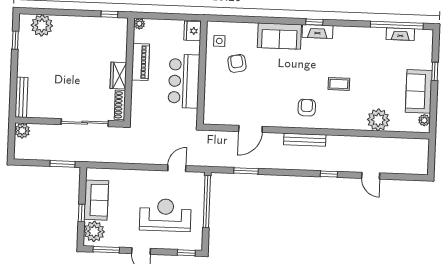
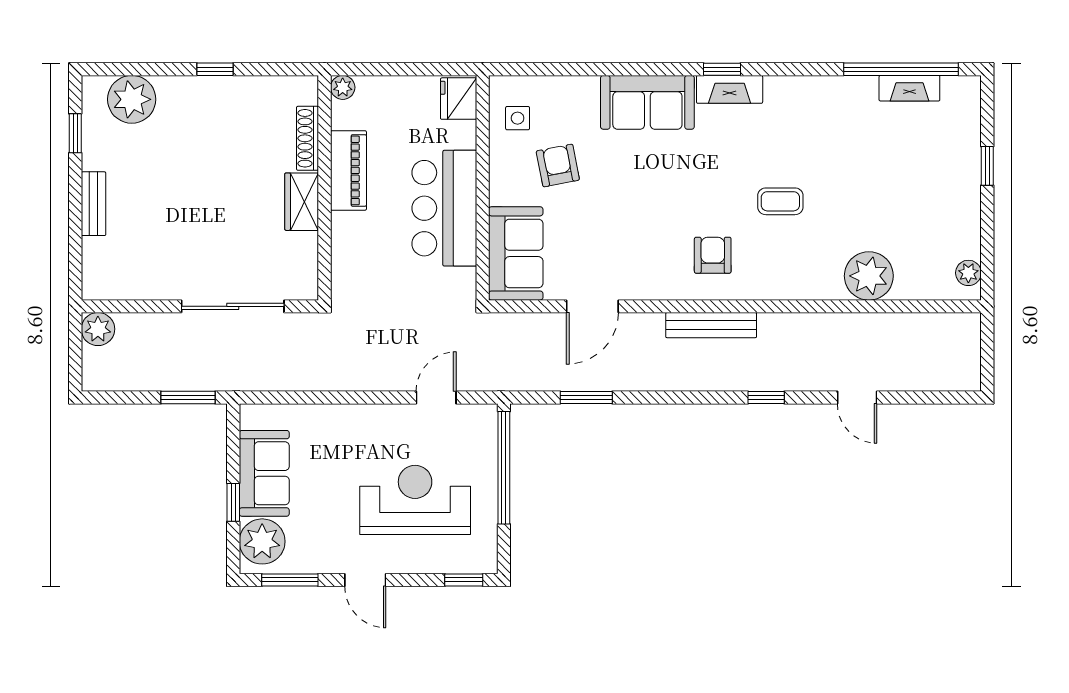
window: (109, 14) -> (215, 69), moved
sofa: (419, 91) -> (516, 253), moved, turned 180
bench: (22, 97) -> (94, 204), moved, width x0.73
shoe rack: (120, 105) -> (308, 138), moved

